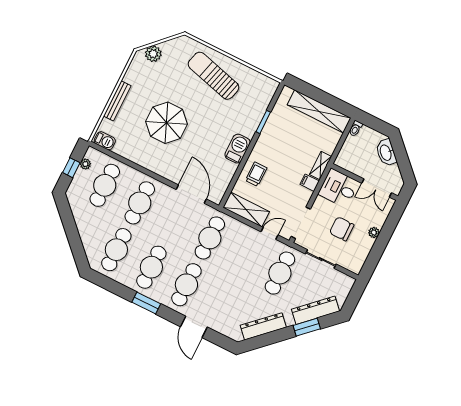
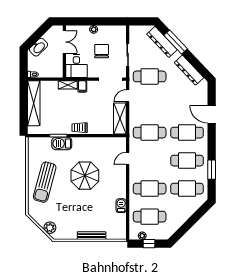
parasol: (167, 123) -> (85, 176), moved
barbecue: (105, 141) -> (121, 206), moved
barbecue: (237, 149) -> (62, 143), moved
trolley: (256, 174) -> (80, 128), moved
door: (191, 194) -> (128, 158), width x0.53
chair: (342, 229) -> (102, 51), turned 180
door: (269, 233) -> (128, 96), hinge flipped
window: (146, 303) -> (212, 170), moved
door: (194, 327) -> (212, 114), swing flipped
window: (307, 327) -> (176, 42), width x1.44

